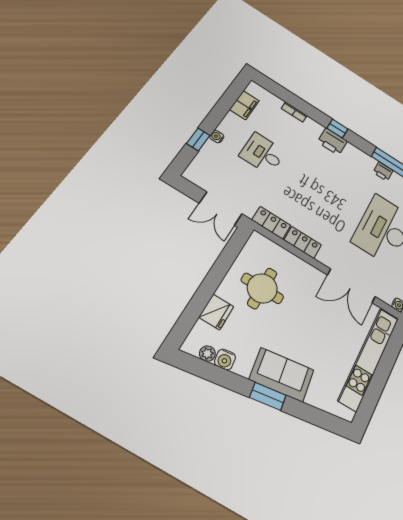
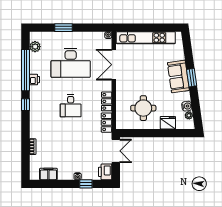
window: (337, 129) -> (25, 105), moved
printer: (332, 142) -> (105, 172), moved, turned 180
desk: (263, 154) -> (71, 106), moved
double door: (351, 286) -> (114, 65), swing flipped

